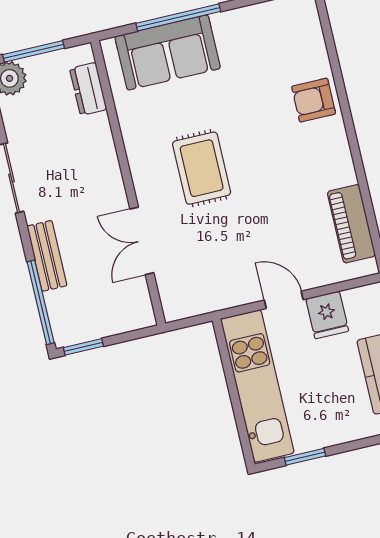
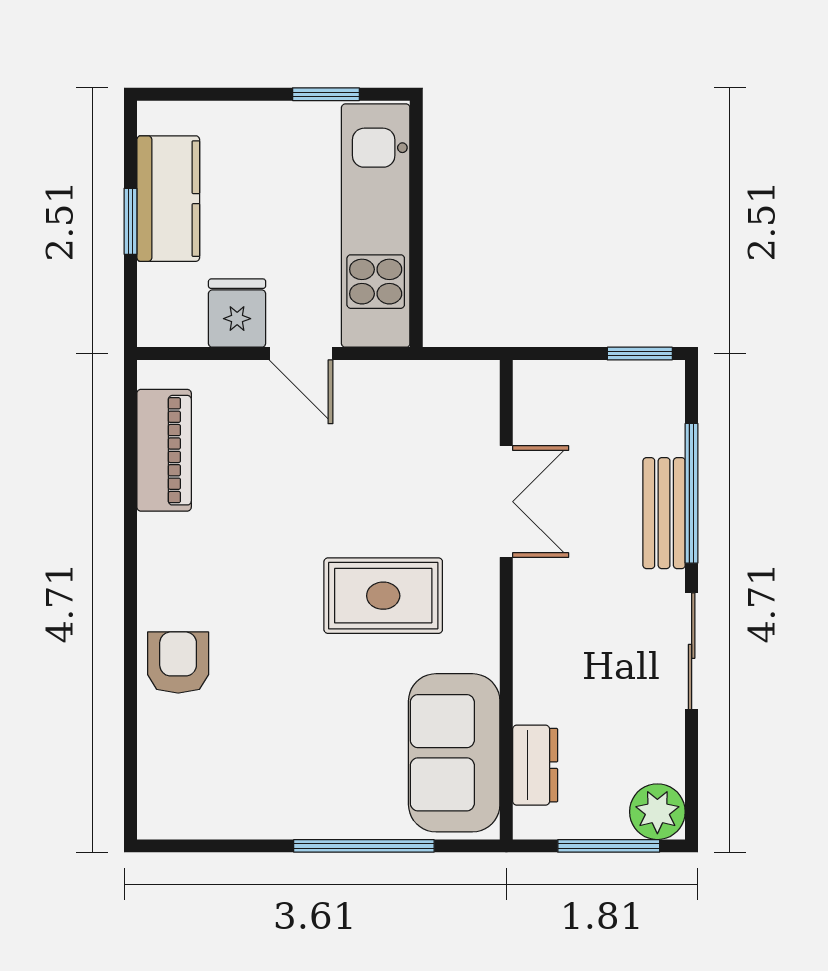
sofa: (168, 52) -> (454, 753), moved, turned -90
armchair: (314, 100) -> (178, 663), turned -90
rug: (202, 168) -> (383, 596), turned 90
window: (41, 302) -> (692, 493), moved

